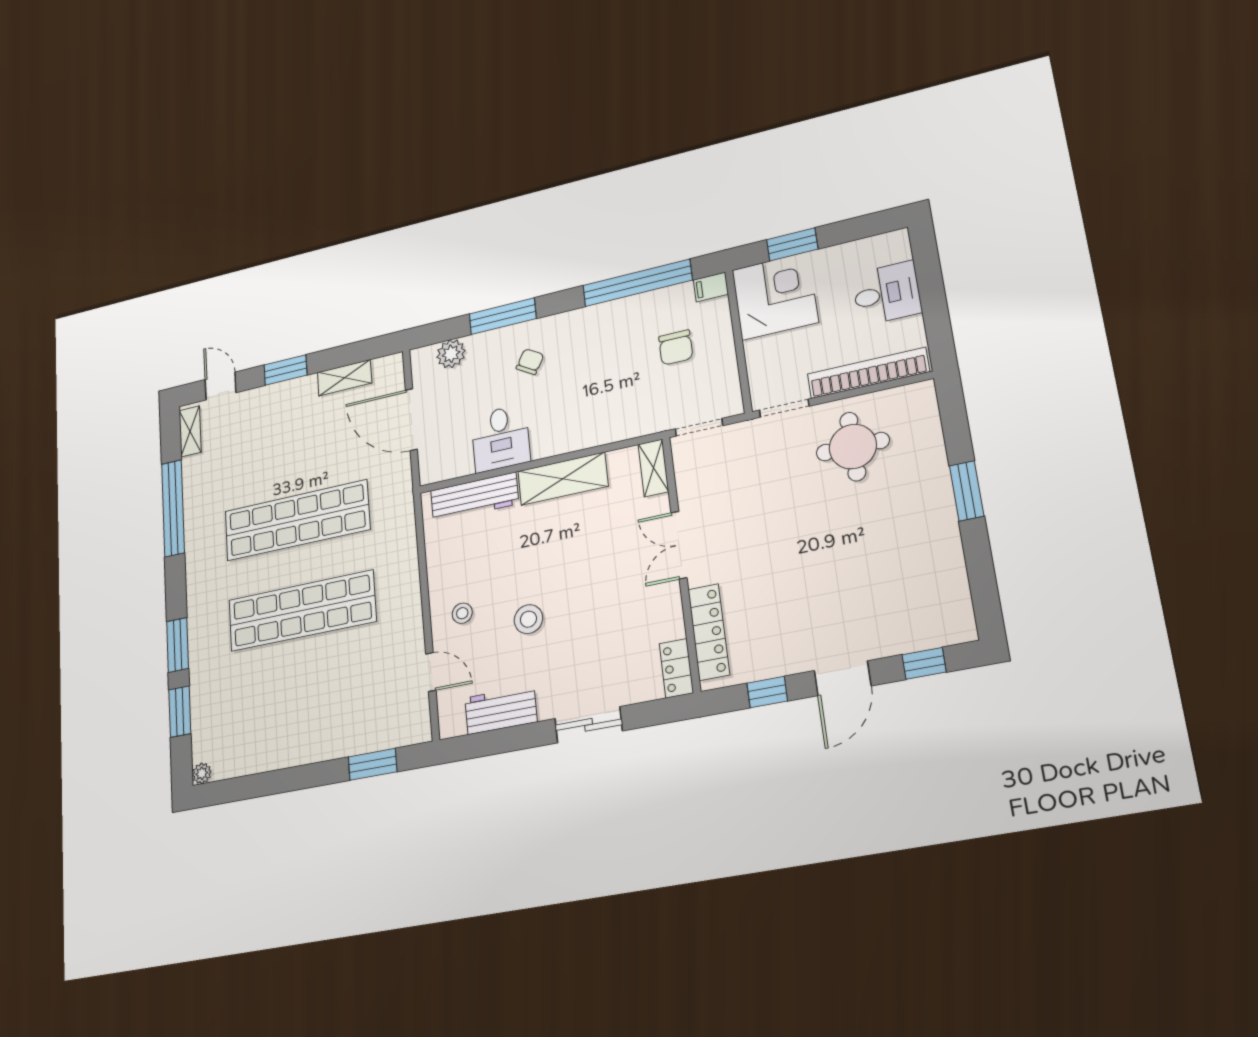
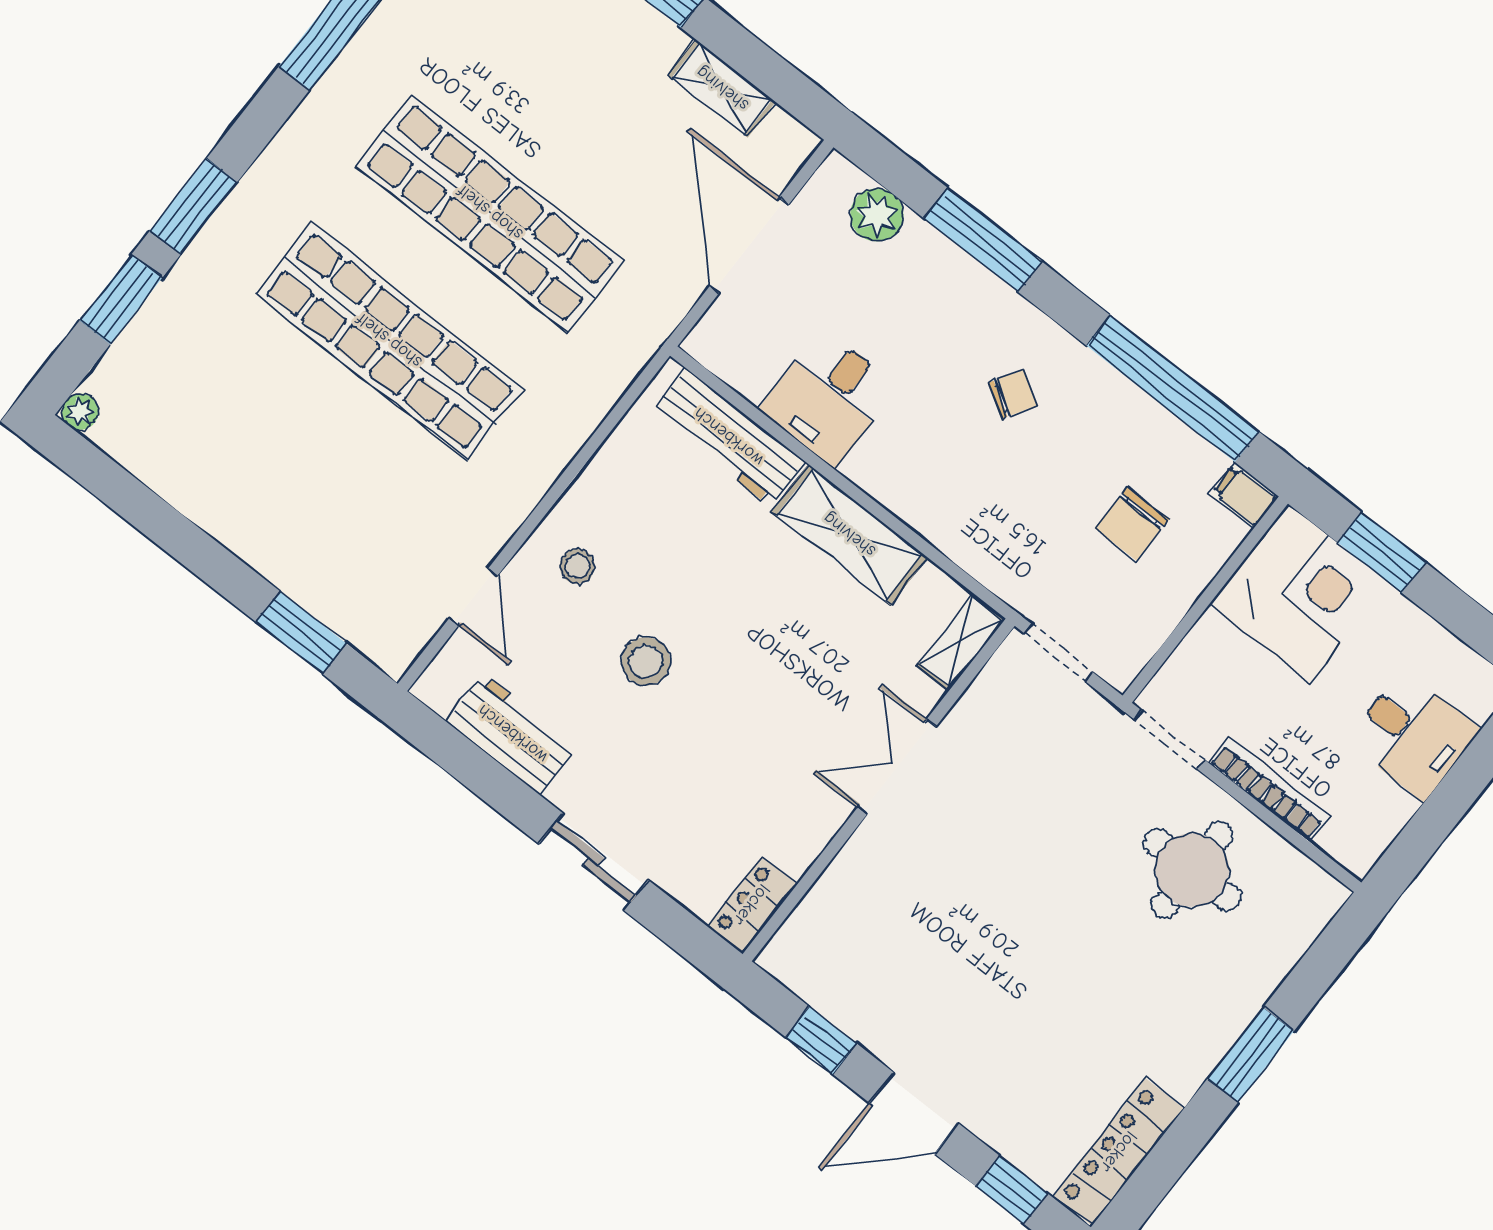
chair: (530, 362) -> (1013, 394), moved
bookcase: (868, 373) -> (1269, 789), width x0.68, depth x0.76
locker: (709, 632) -> (1119, 1152), moved, turned 180

